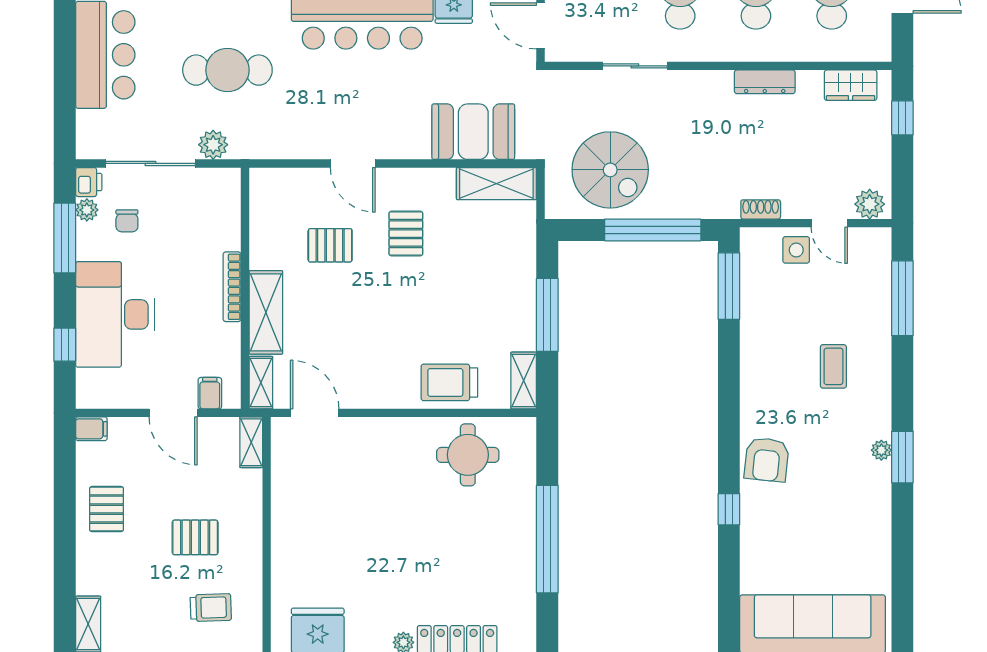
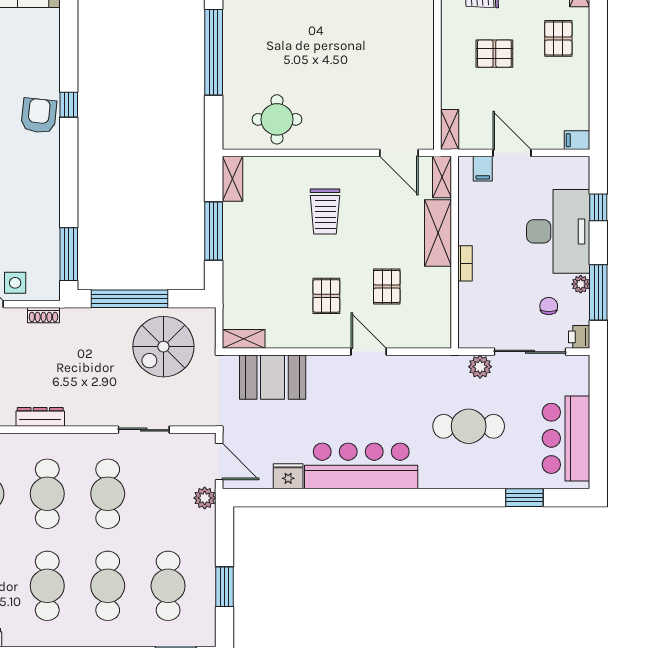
spiral stairs: (610, 170) -> (163, 347), turned -90
shelving: (496, 184) -> (244, 339), width x0.67, depth x0.75
plant: (87, 210) -> (581, 284), moved
pallet: (330, 245) -> (387, 286), turned 90
bookcase: (232, 287) -> (465, 263), width x0.64
trolley: (449, 382) -> (325, 211), moved, turned 90
pallet: (106, 509) -> (558, 38), moved
window: (729, 509) -> (69, 105), moved

